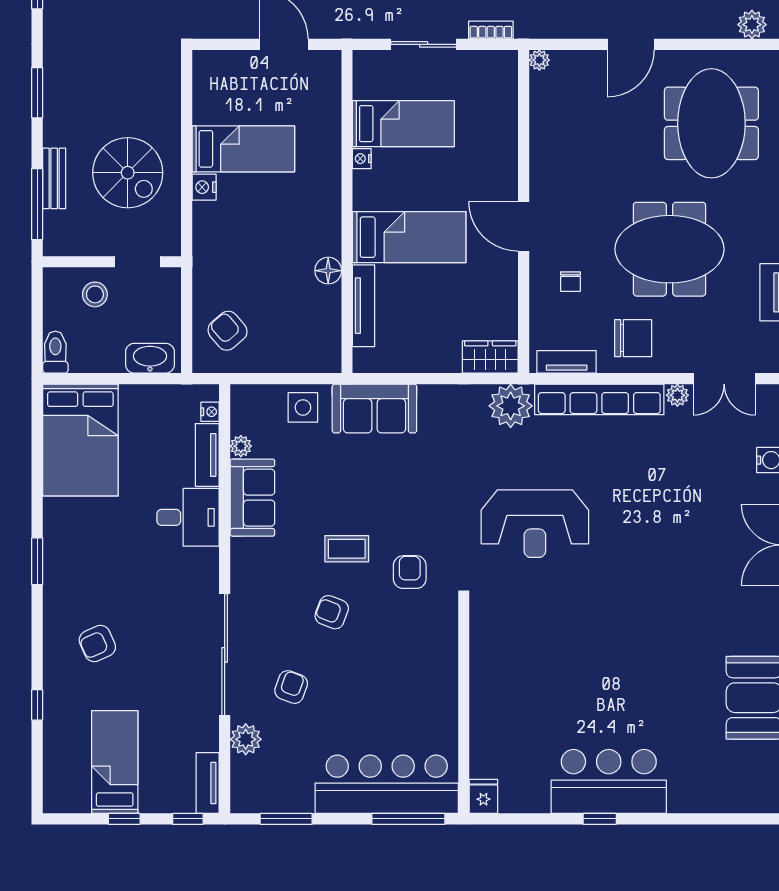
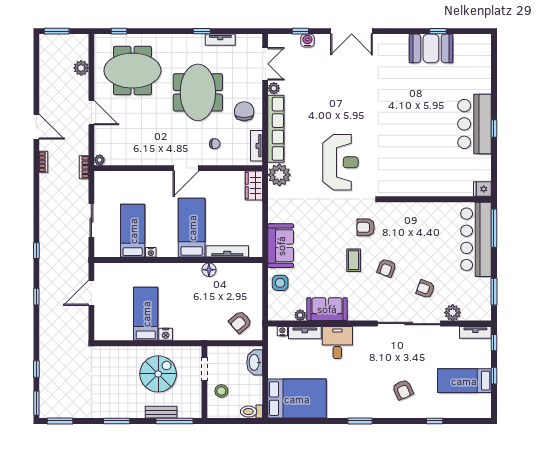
plant: (752, 25) -> (81, 68), moved
bookcase: (491, 30) -> (84, 167), moved

